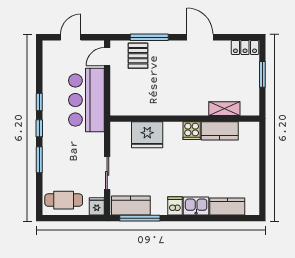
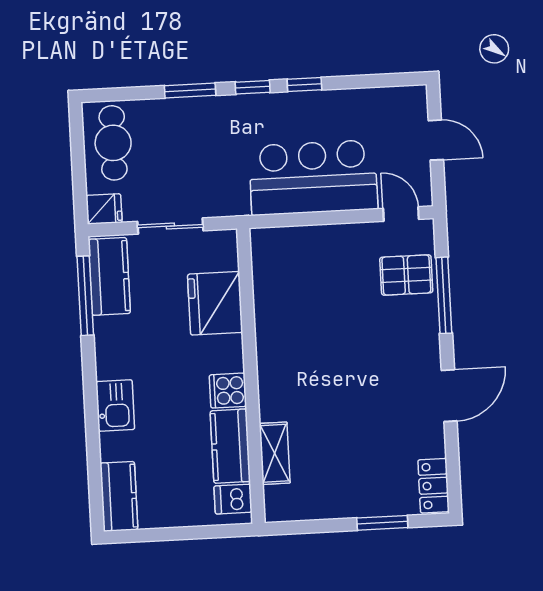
shelving: (224, 109) -> (275, 453), moved
wall: (185, 119) -> (251, 376), moved
cooker: (192, 131) -> (228, 391), moved
kitchen counter: (220, 131) -> (230, 446), moved
fridge: (147, 135) -> (215, 303), moved
dishwasher: (175, 206) -> (233, 499), moved, turned 180
kitchen counter: (227, 206) -> (119, 496), moved

